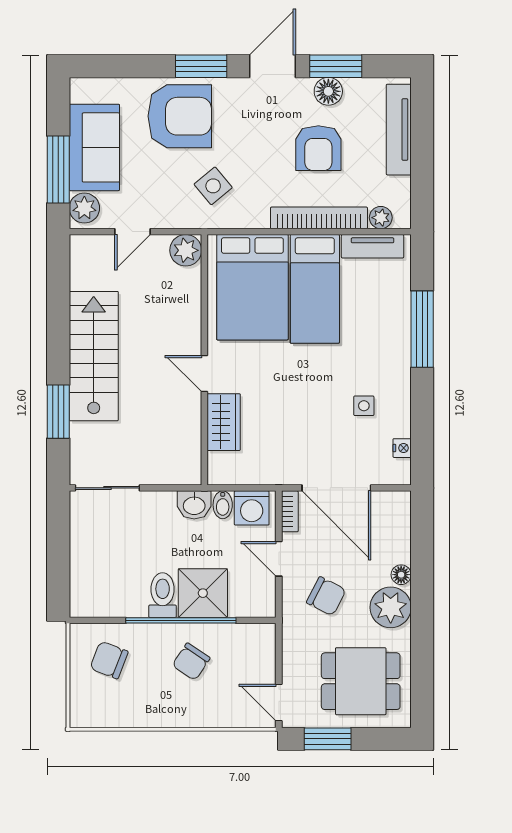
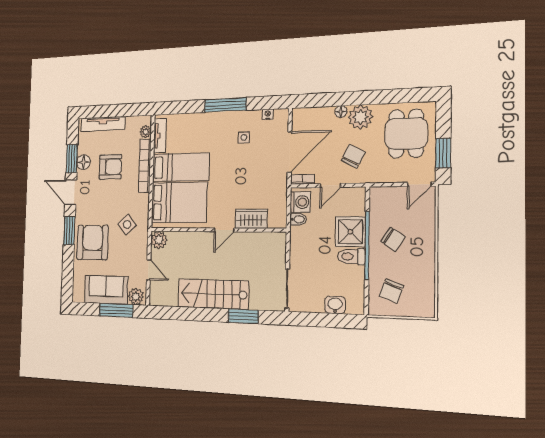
window: (422, 329) -> (225, 105), moved
washbasin: (194, 505) -> (335, 305), moved, turned -90

